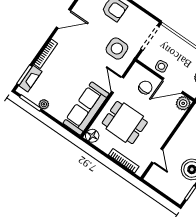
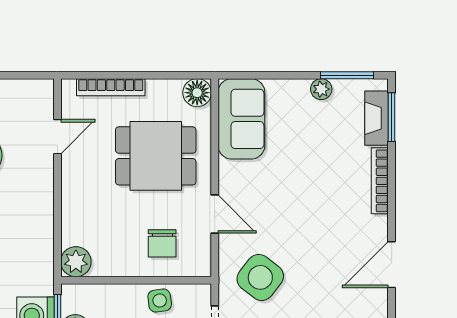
side table: (117, 49) -> (260, 277), turned 38
door: (173, 86) -> (116, 280), removed
sofa: (86, 109) -> (241, 119), width x0.73
door: (157, 156) -> (57, 137), swing flipped

